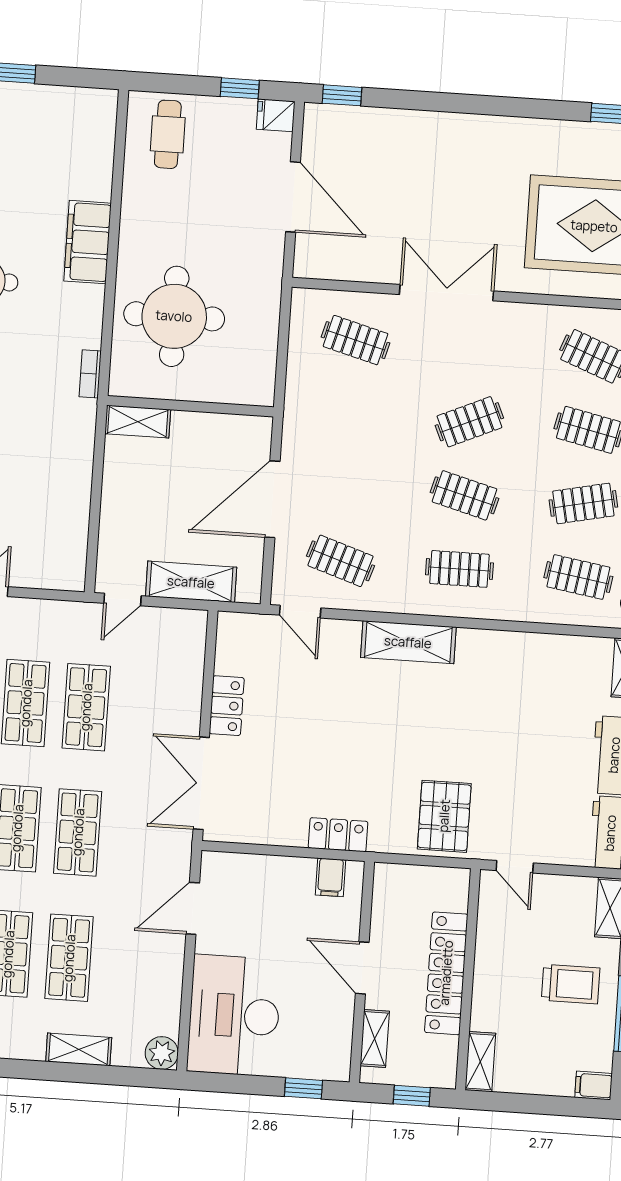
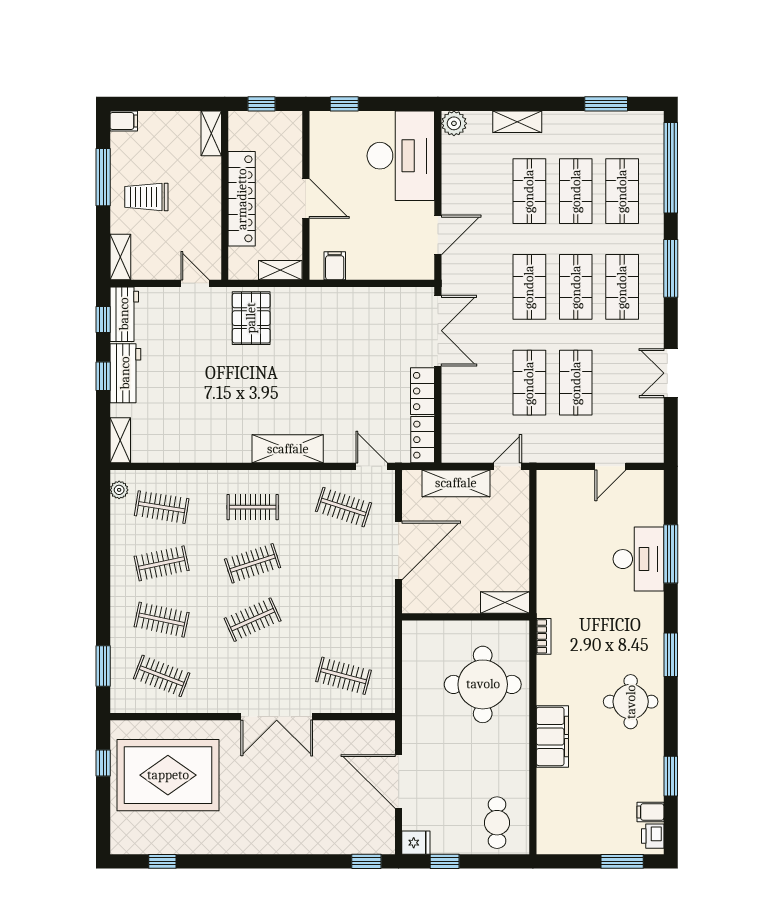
clothes rail: (464, 495) -> (253, 563), turned -33
locker: (338, 835) -> (423, 440), moved, turned 90
shelving: (375, 1039) -> (280, 270), moved, turned 90

